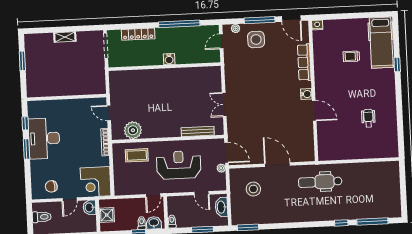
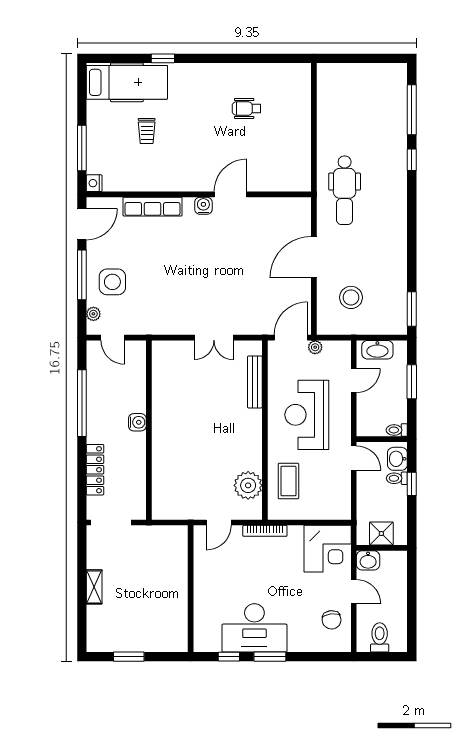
window: (339, 16) -> (82, 148), added

